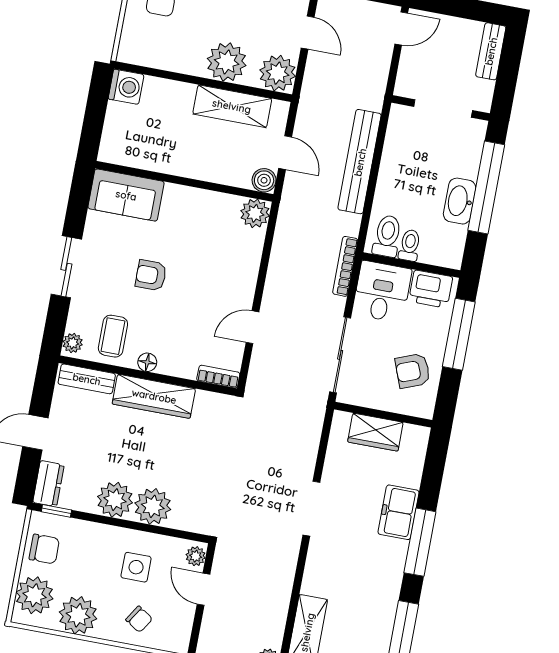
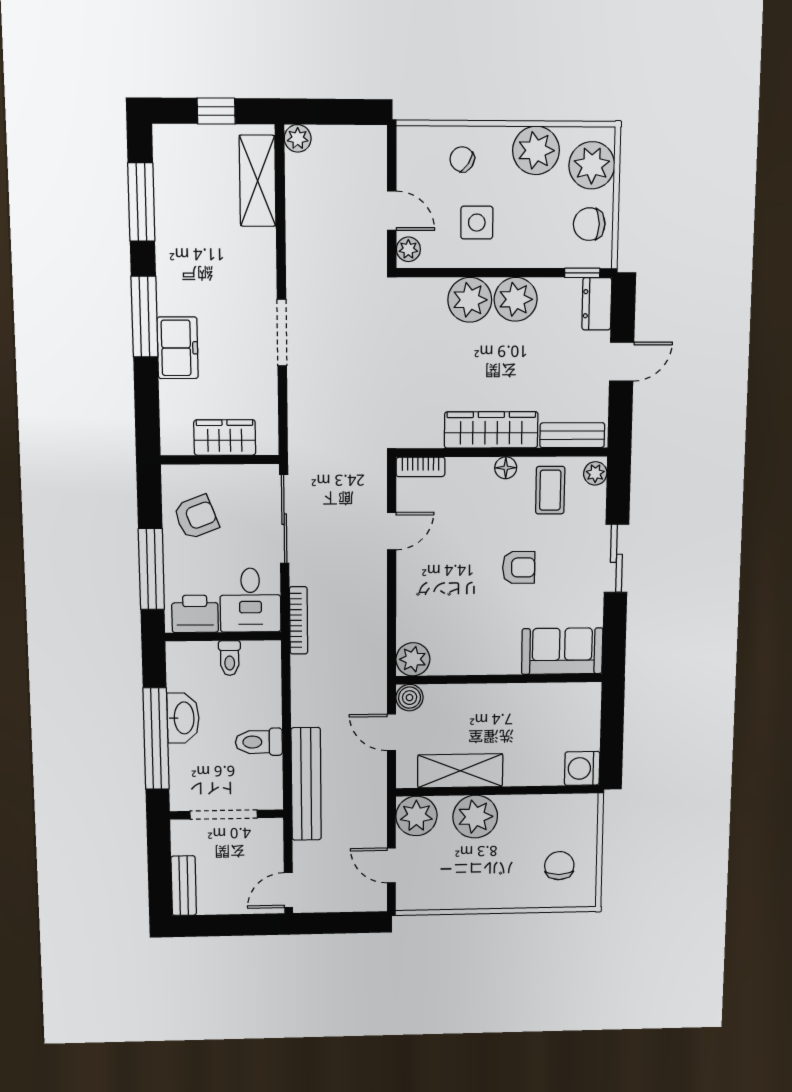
bench: (360, 162) -> (306, 784), moved
toilet: (387, 236) -> (259, 742), moved, turned 90

